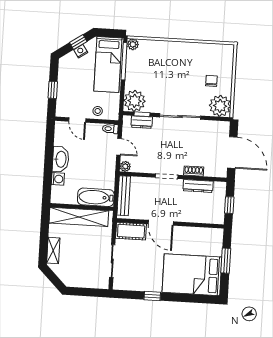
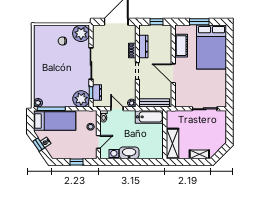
door: (119, 147) -> (117, 109), hinge flipped
washing machine: (58, 179) -> (114, 154), moved
bathtub: (96, 197) -> (149, 117), moved, turned -90
shelving: (79, 217) -> (172, 143), width x0.68
door: (161, 223) -> (173, 73), swing flipped
cot: (131, 231) -> (181, 46), moved
window: (152, 296) -> (230, 77), removed

